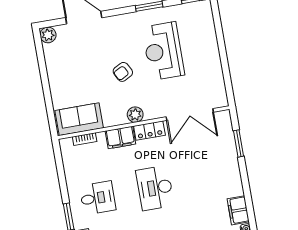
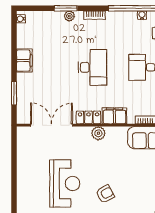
armchair: (123, 72) -> (105, 194), moved
filing cabinet: (238, 210) -> (24, 61), moved

